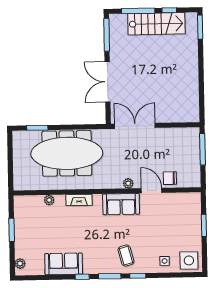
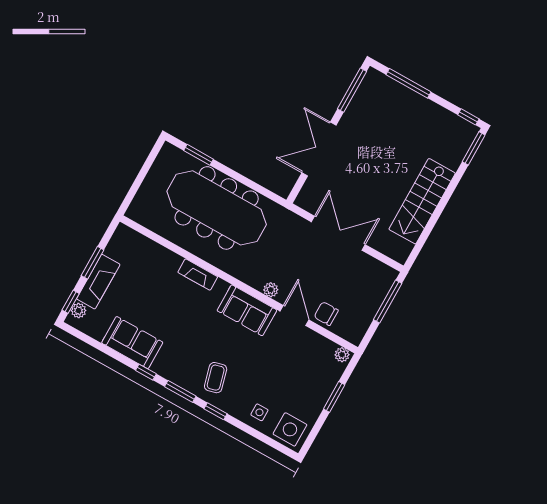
window: (169, 10) -> (468, 117), moved
stairs: (156, 24) -> (422, 201), moved, turned 90
double door: (135, 126) -> (338, 233), moved
plant: (49, 200) -> (342, 355), moved
fireplace: (22, 239) -> (98, 282), added
window: (12, 261) -> (71, 302), added

